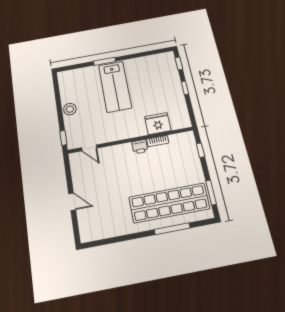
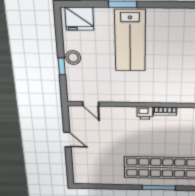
fridge: (158, 124) -> (79, 19), moved, turned 180
window: (63, 138) -> (62, 66), moved
door: (72, 202) -> (67, 140), moved

